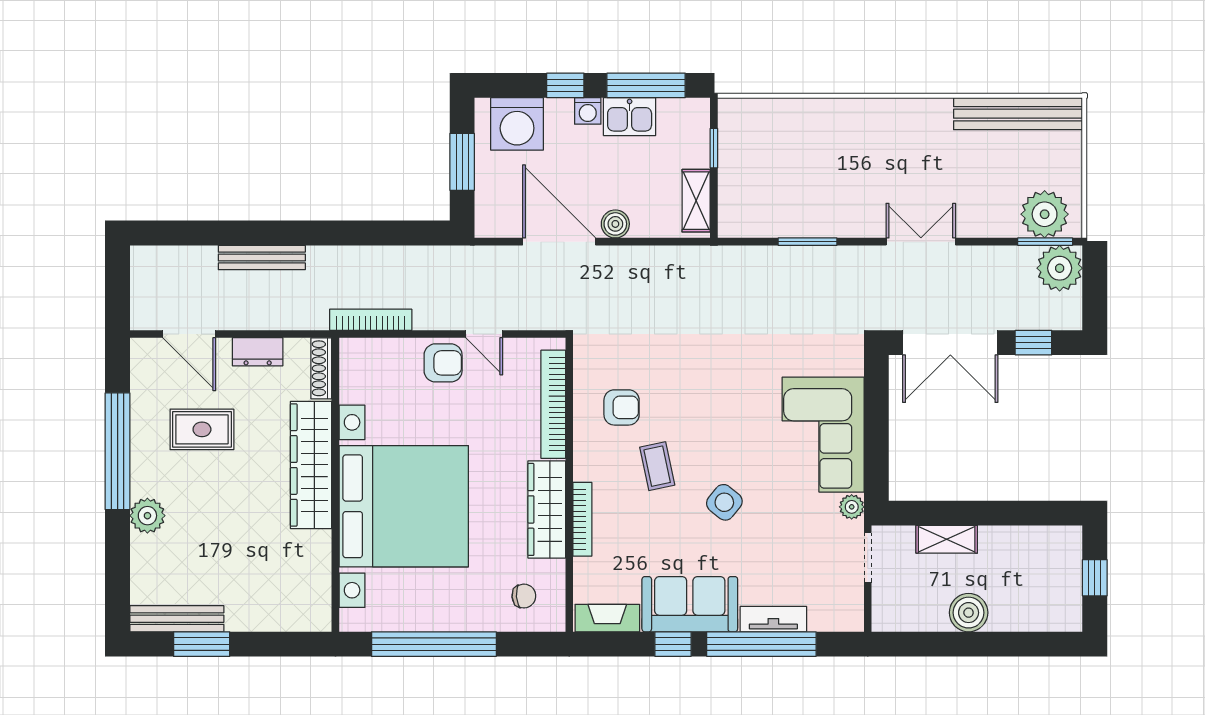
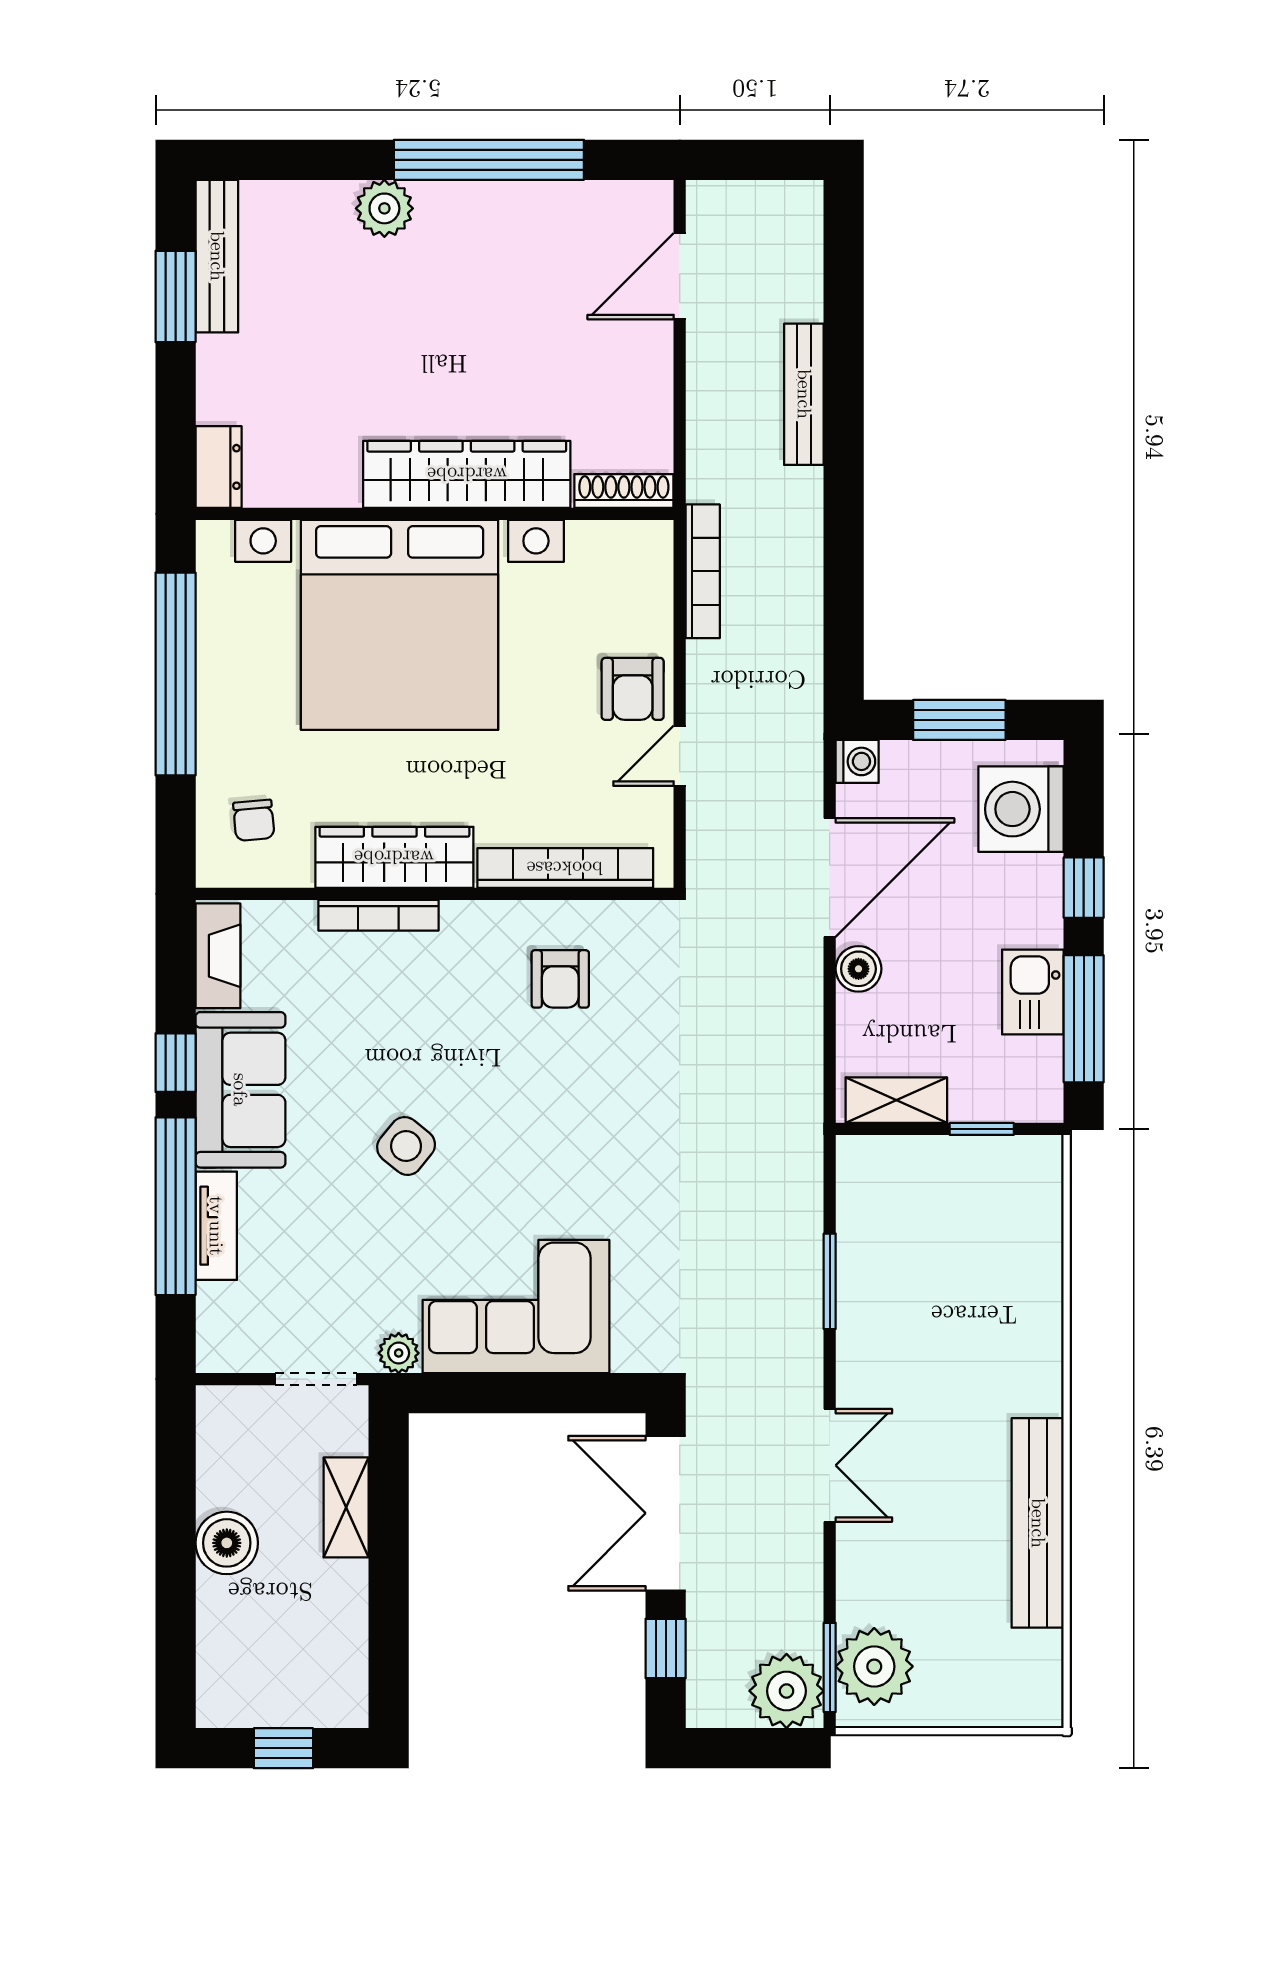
washing machine: (588, 111) -> (857, 761), moved, turned 180
bench: (1018, 114) -> (1038, 1523), moved
dresser: (258, 352) -> (219, 467), moved, turned 180
rug: (202, 429) -> (525, 297), removed
coffee table: (657, 466) -> (465, 1037), removed

